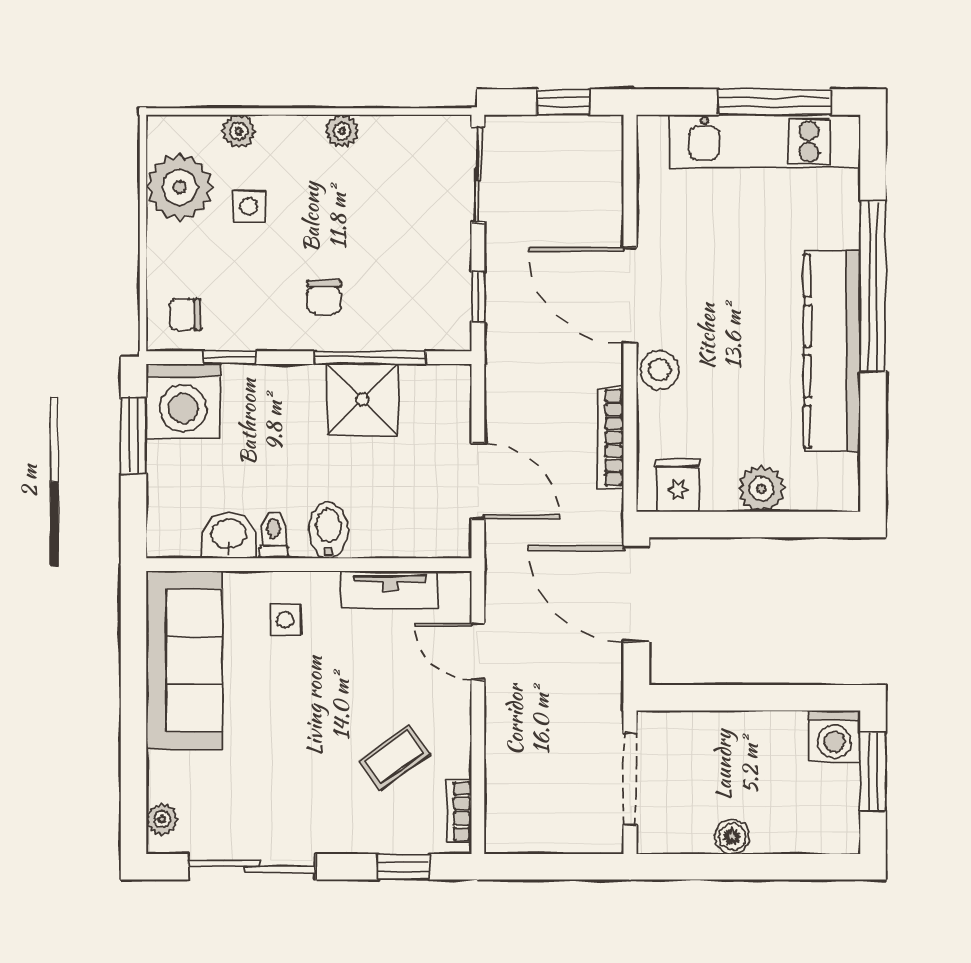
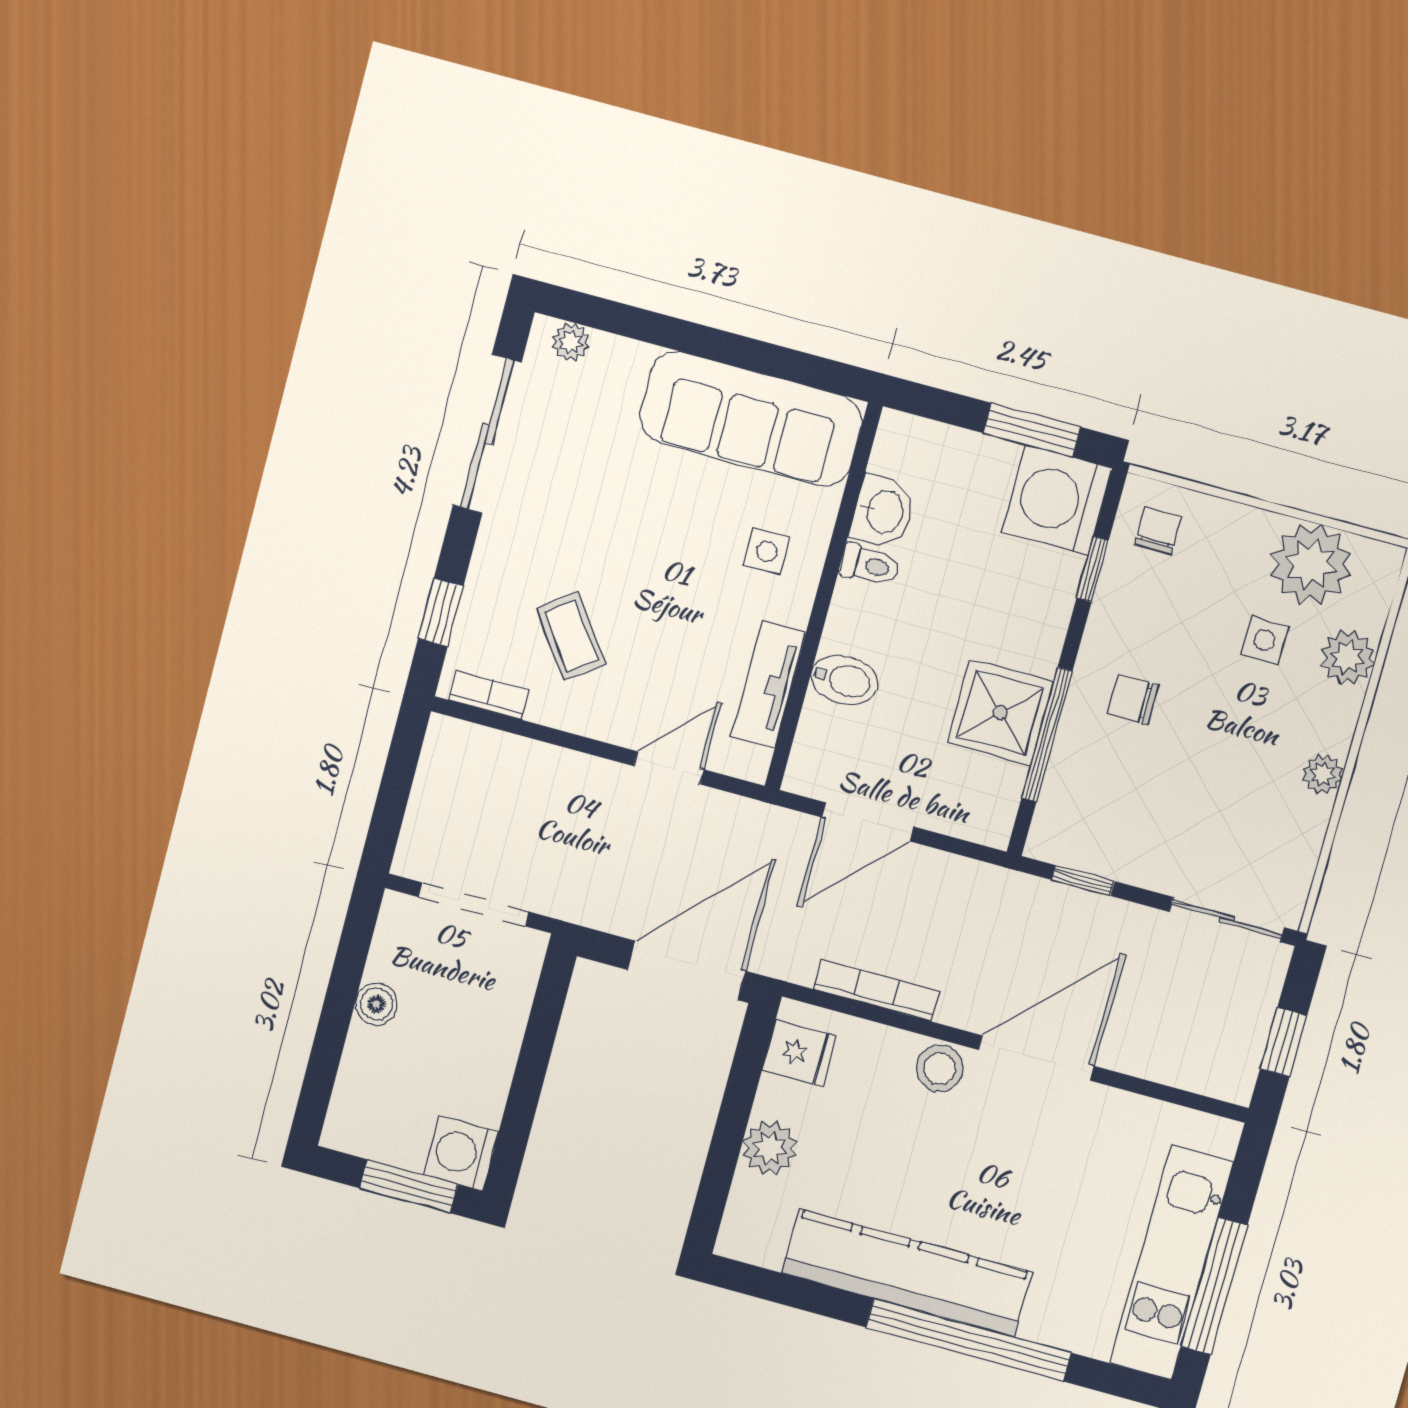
plant: (239, 131) -> (1348, 658), width x1.38, depth x1.38
bidet: (328, 530) -> (844, 680), moved

